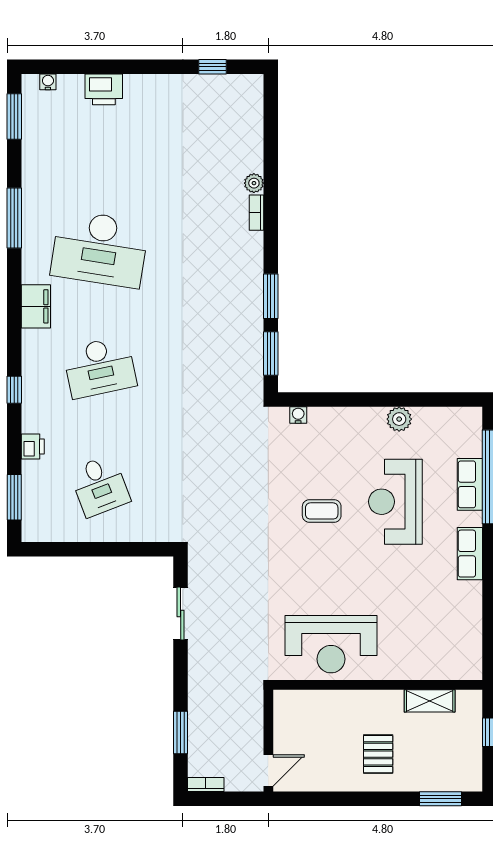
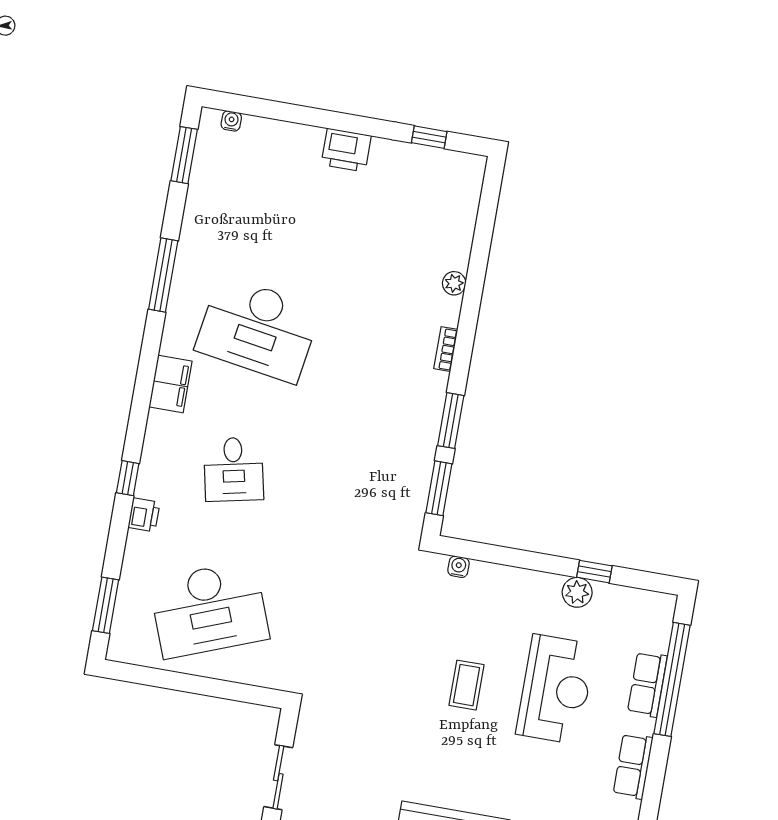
printer: (104, 89) -> (346, 150), moved
bookcase: (257, 213) -> (446, 349), moved
desk: (100, 367) -> (234, 469), width x0.73
window: (410, 400) -> (594, 572), added
printer: (33, 446) -> (144, 515), moved
desk: (100, 486) -> (209, 609), width x1.87, depth x1.30
reception desk: (395, 502) -> (556, 689), turned 180
coffee table: (322, 511) -> (467, 685), turned 90

